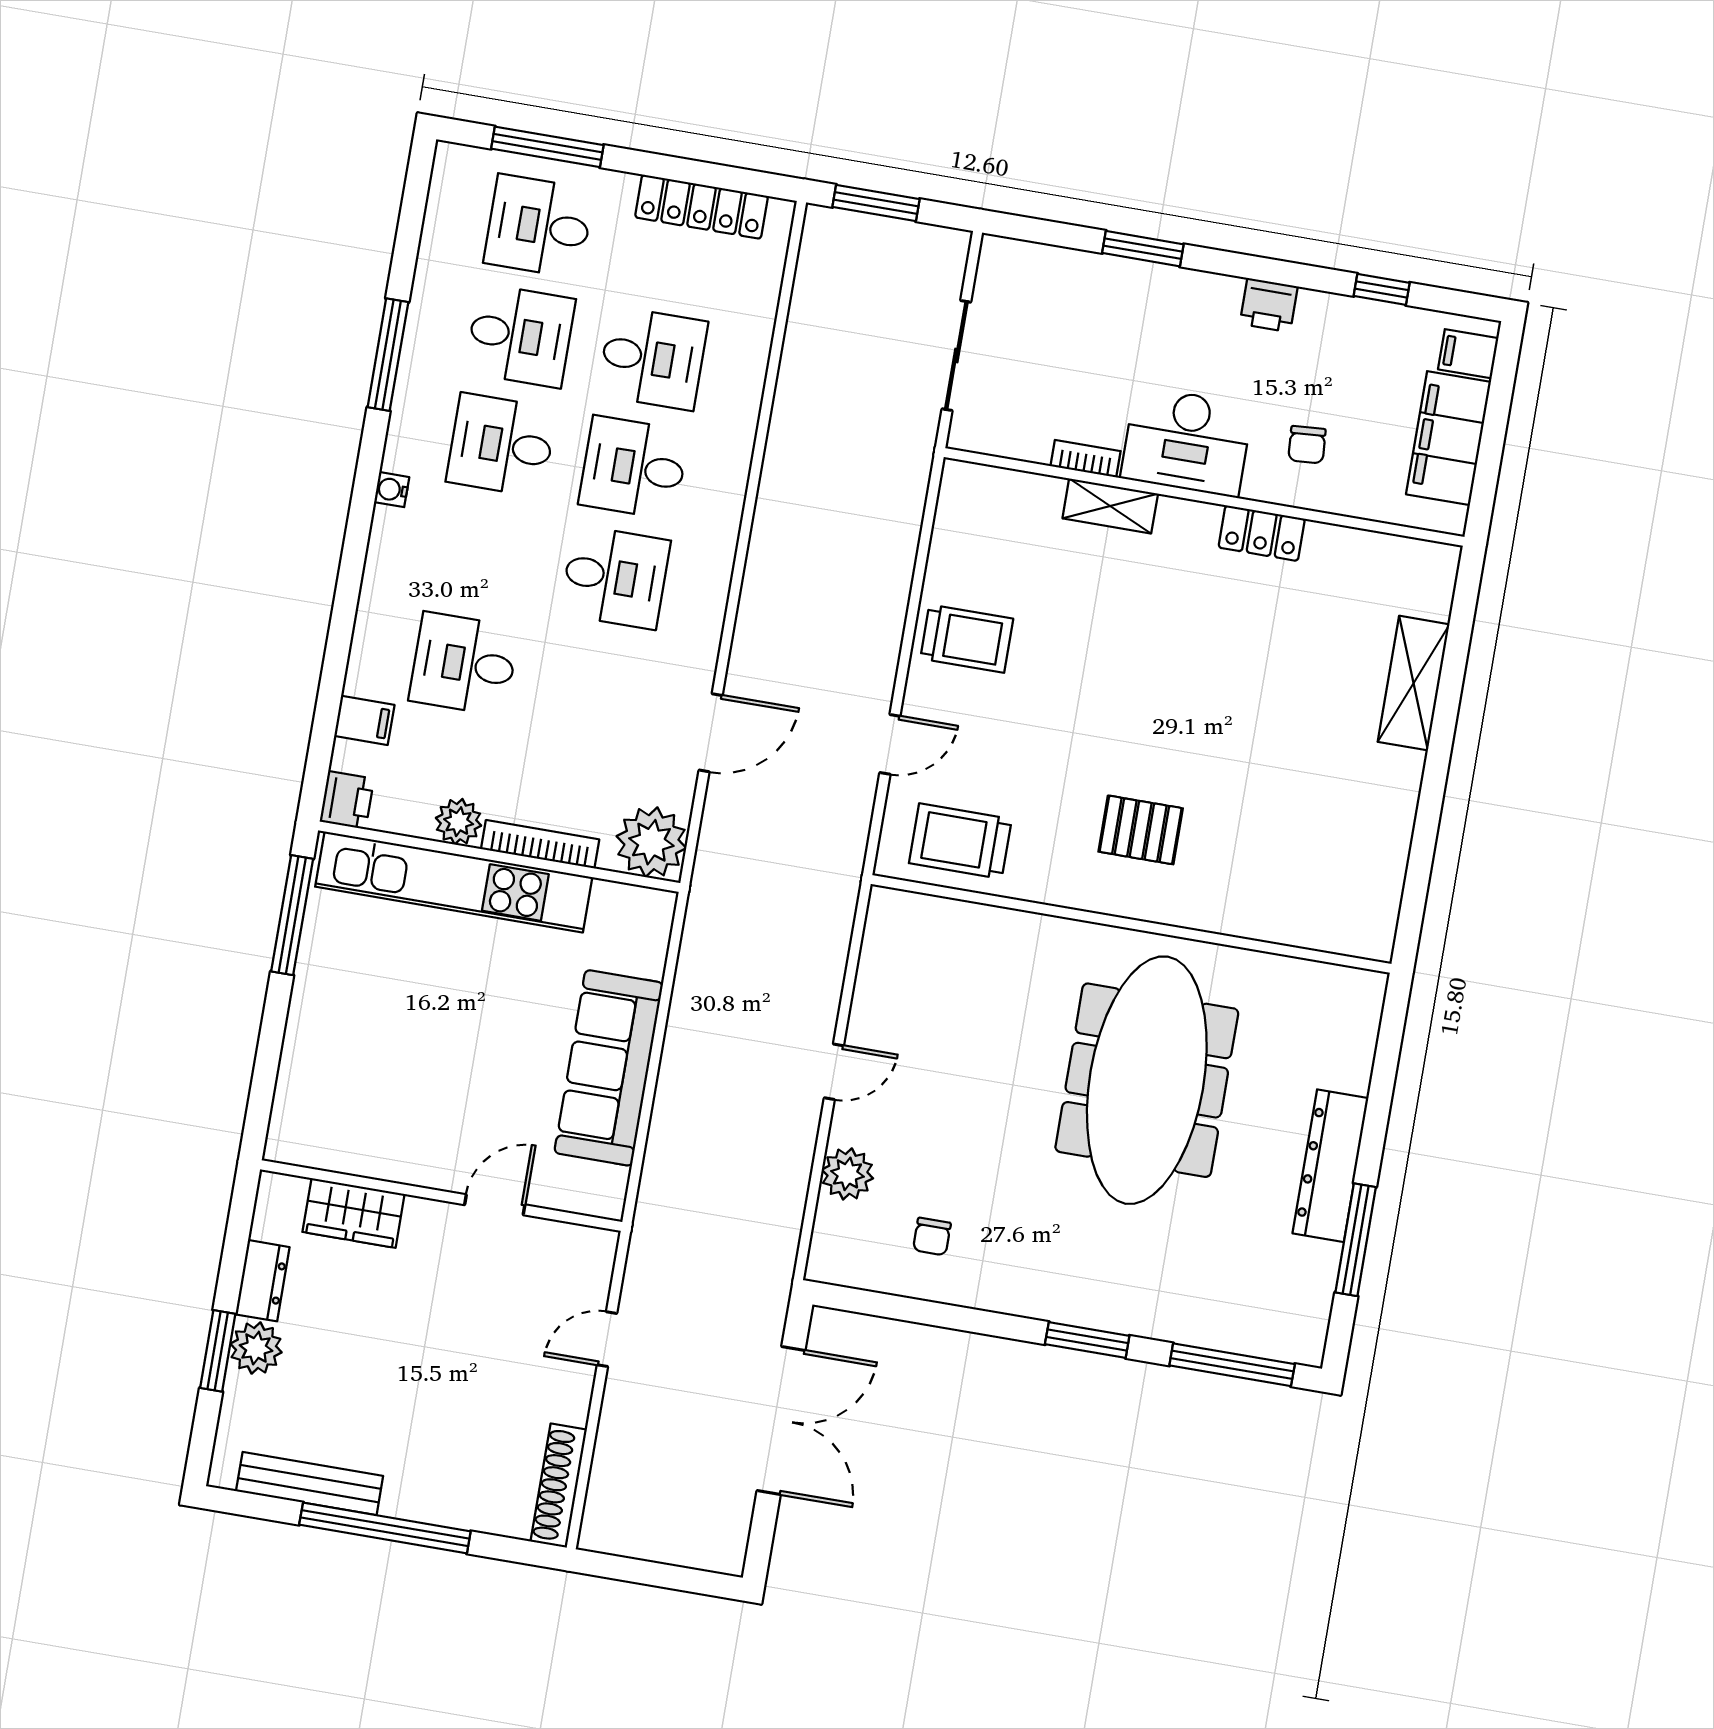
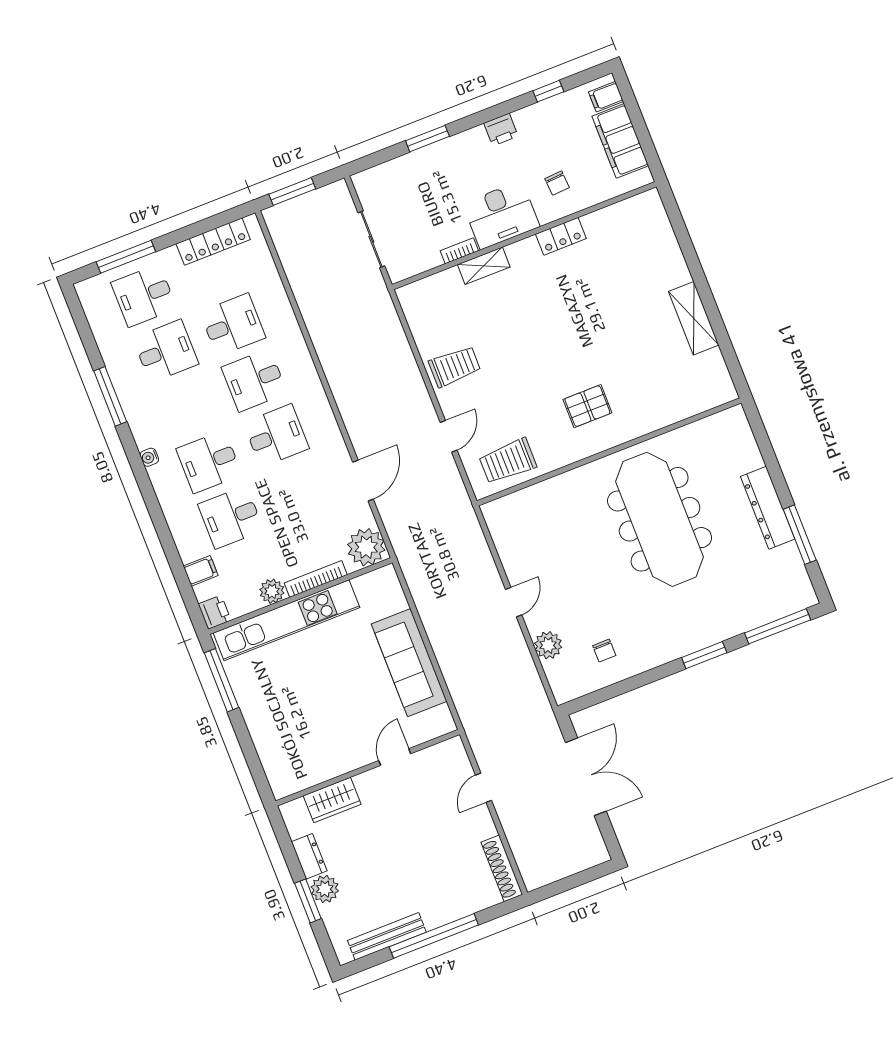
desk: (501, 445) -> (209, 462), moved
shelving: (1414, 683) -> (694, 318), moved

